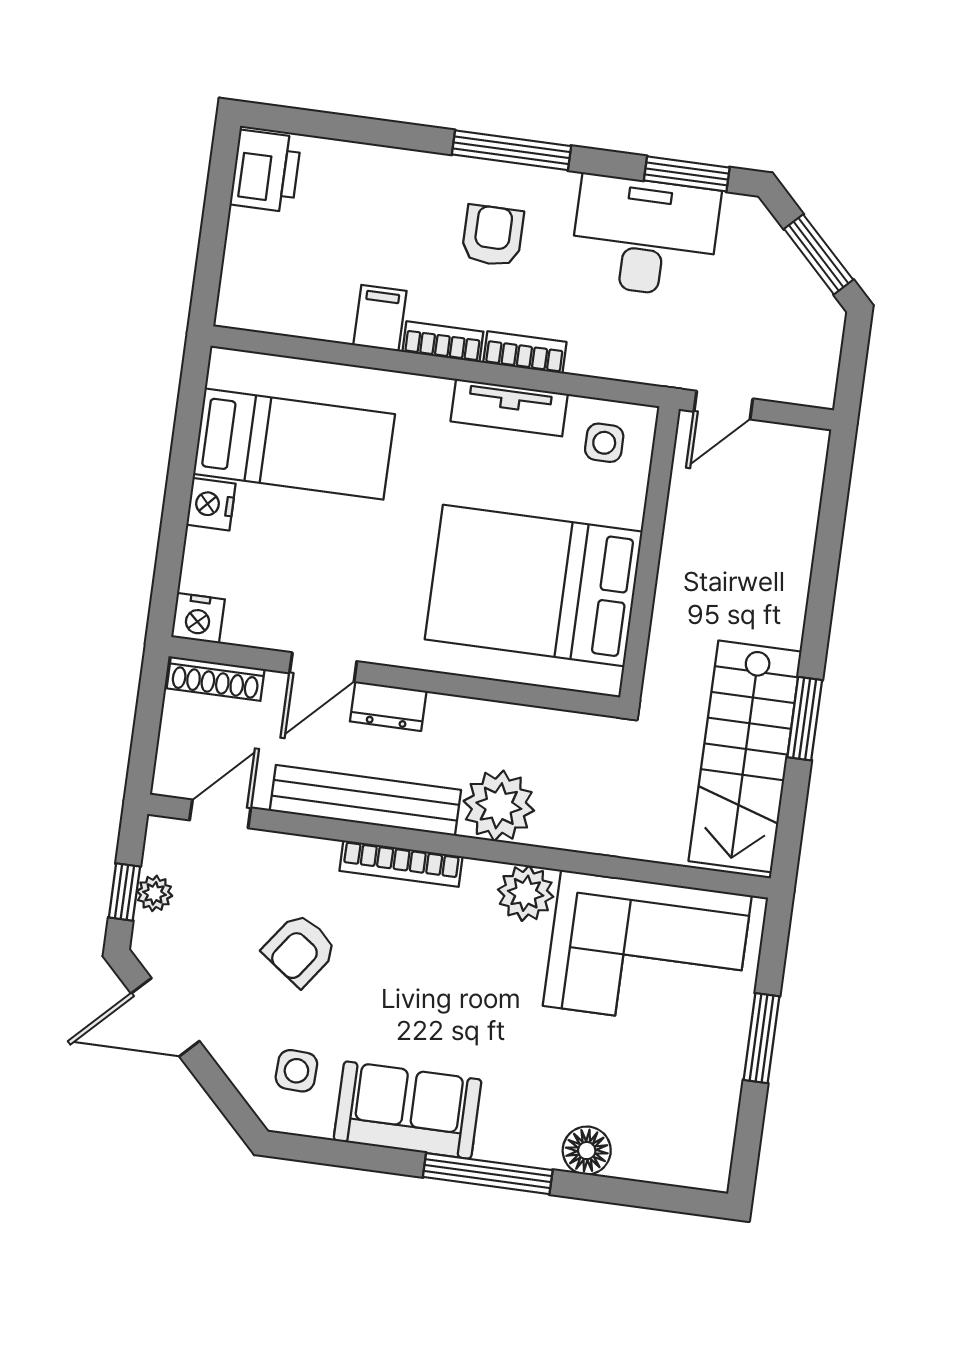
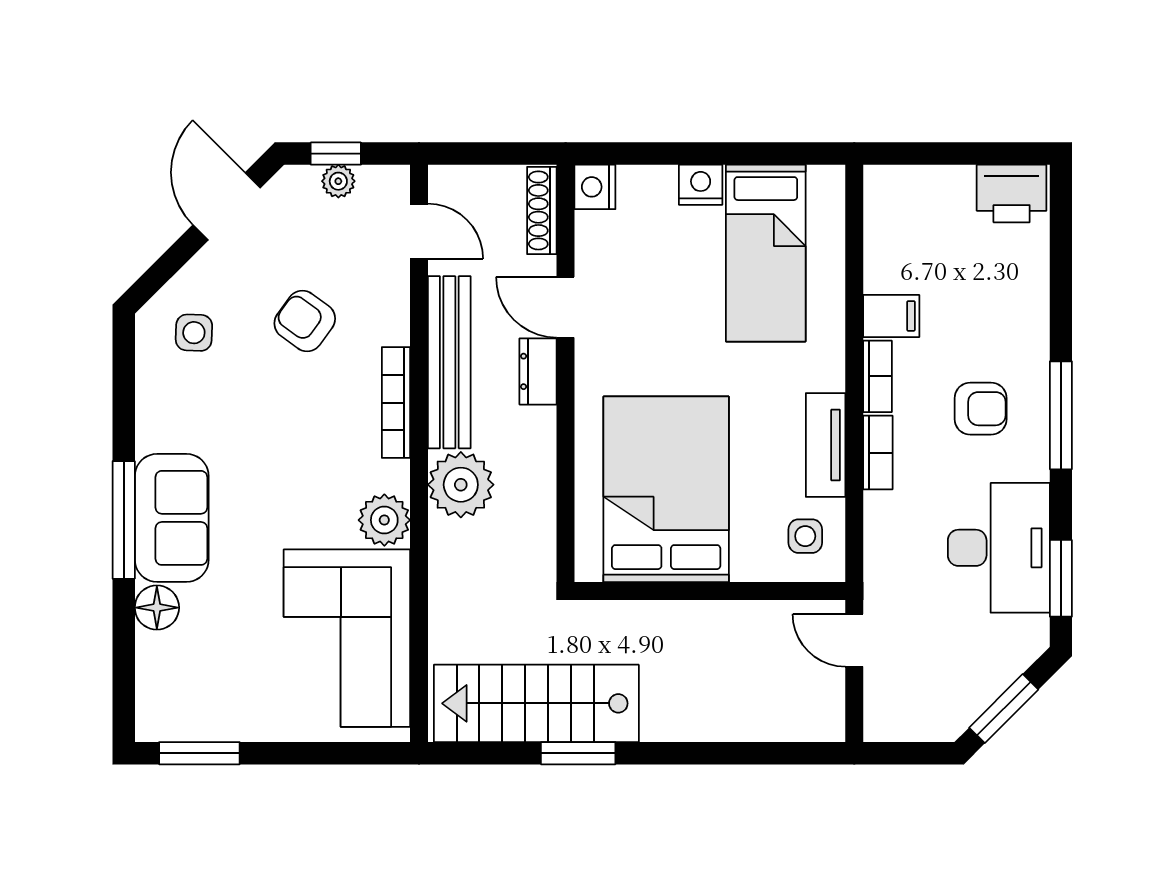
window: (761, 1038) -> (199, 753), moved
sofa: (408, 1110) -> (172, 518), moved

